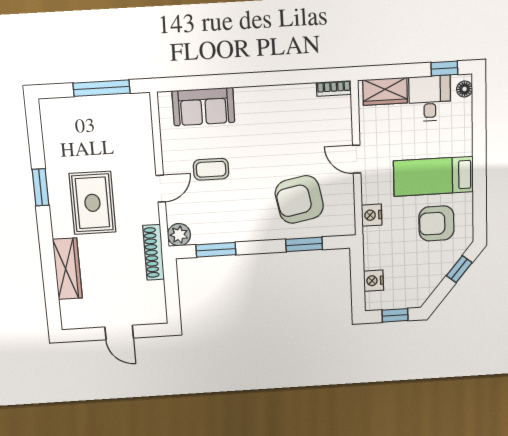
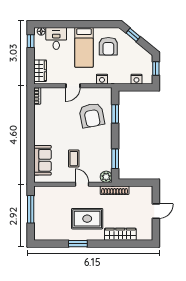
desk: (430, 98) -> (56, 38), moved, turned 90

